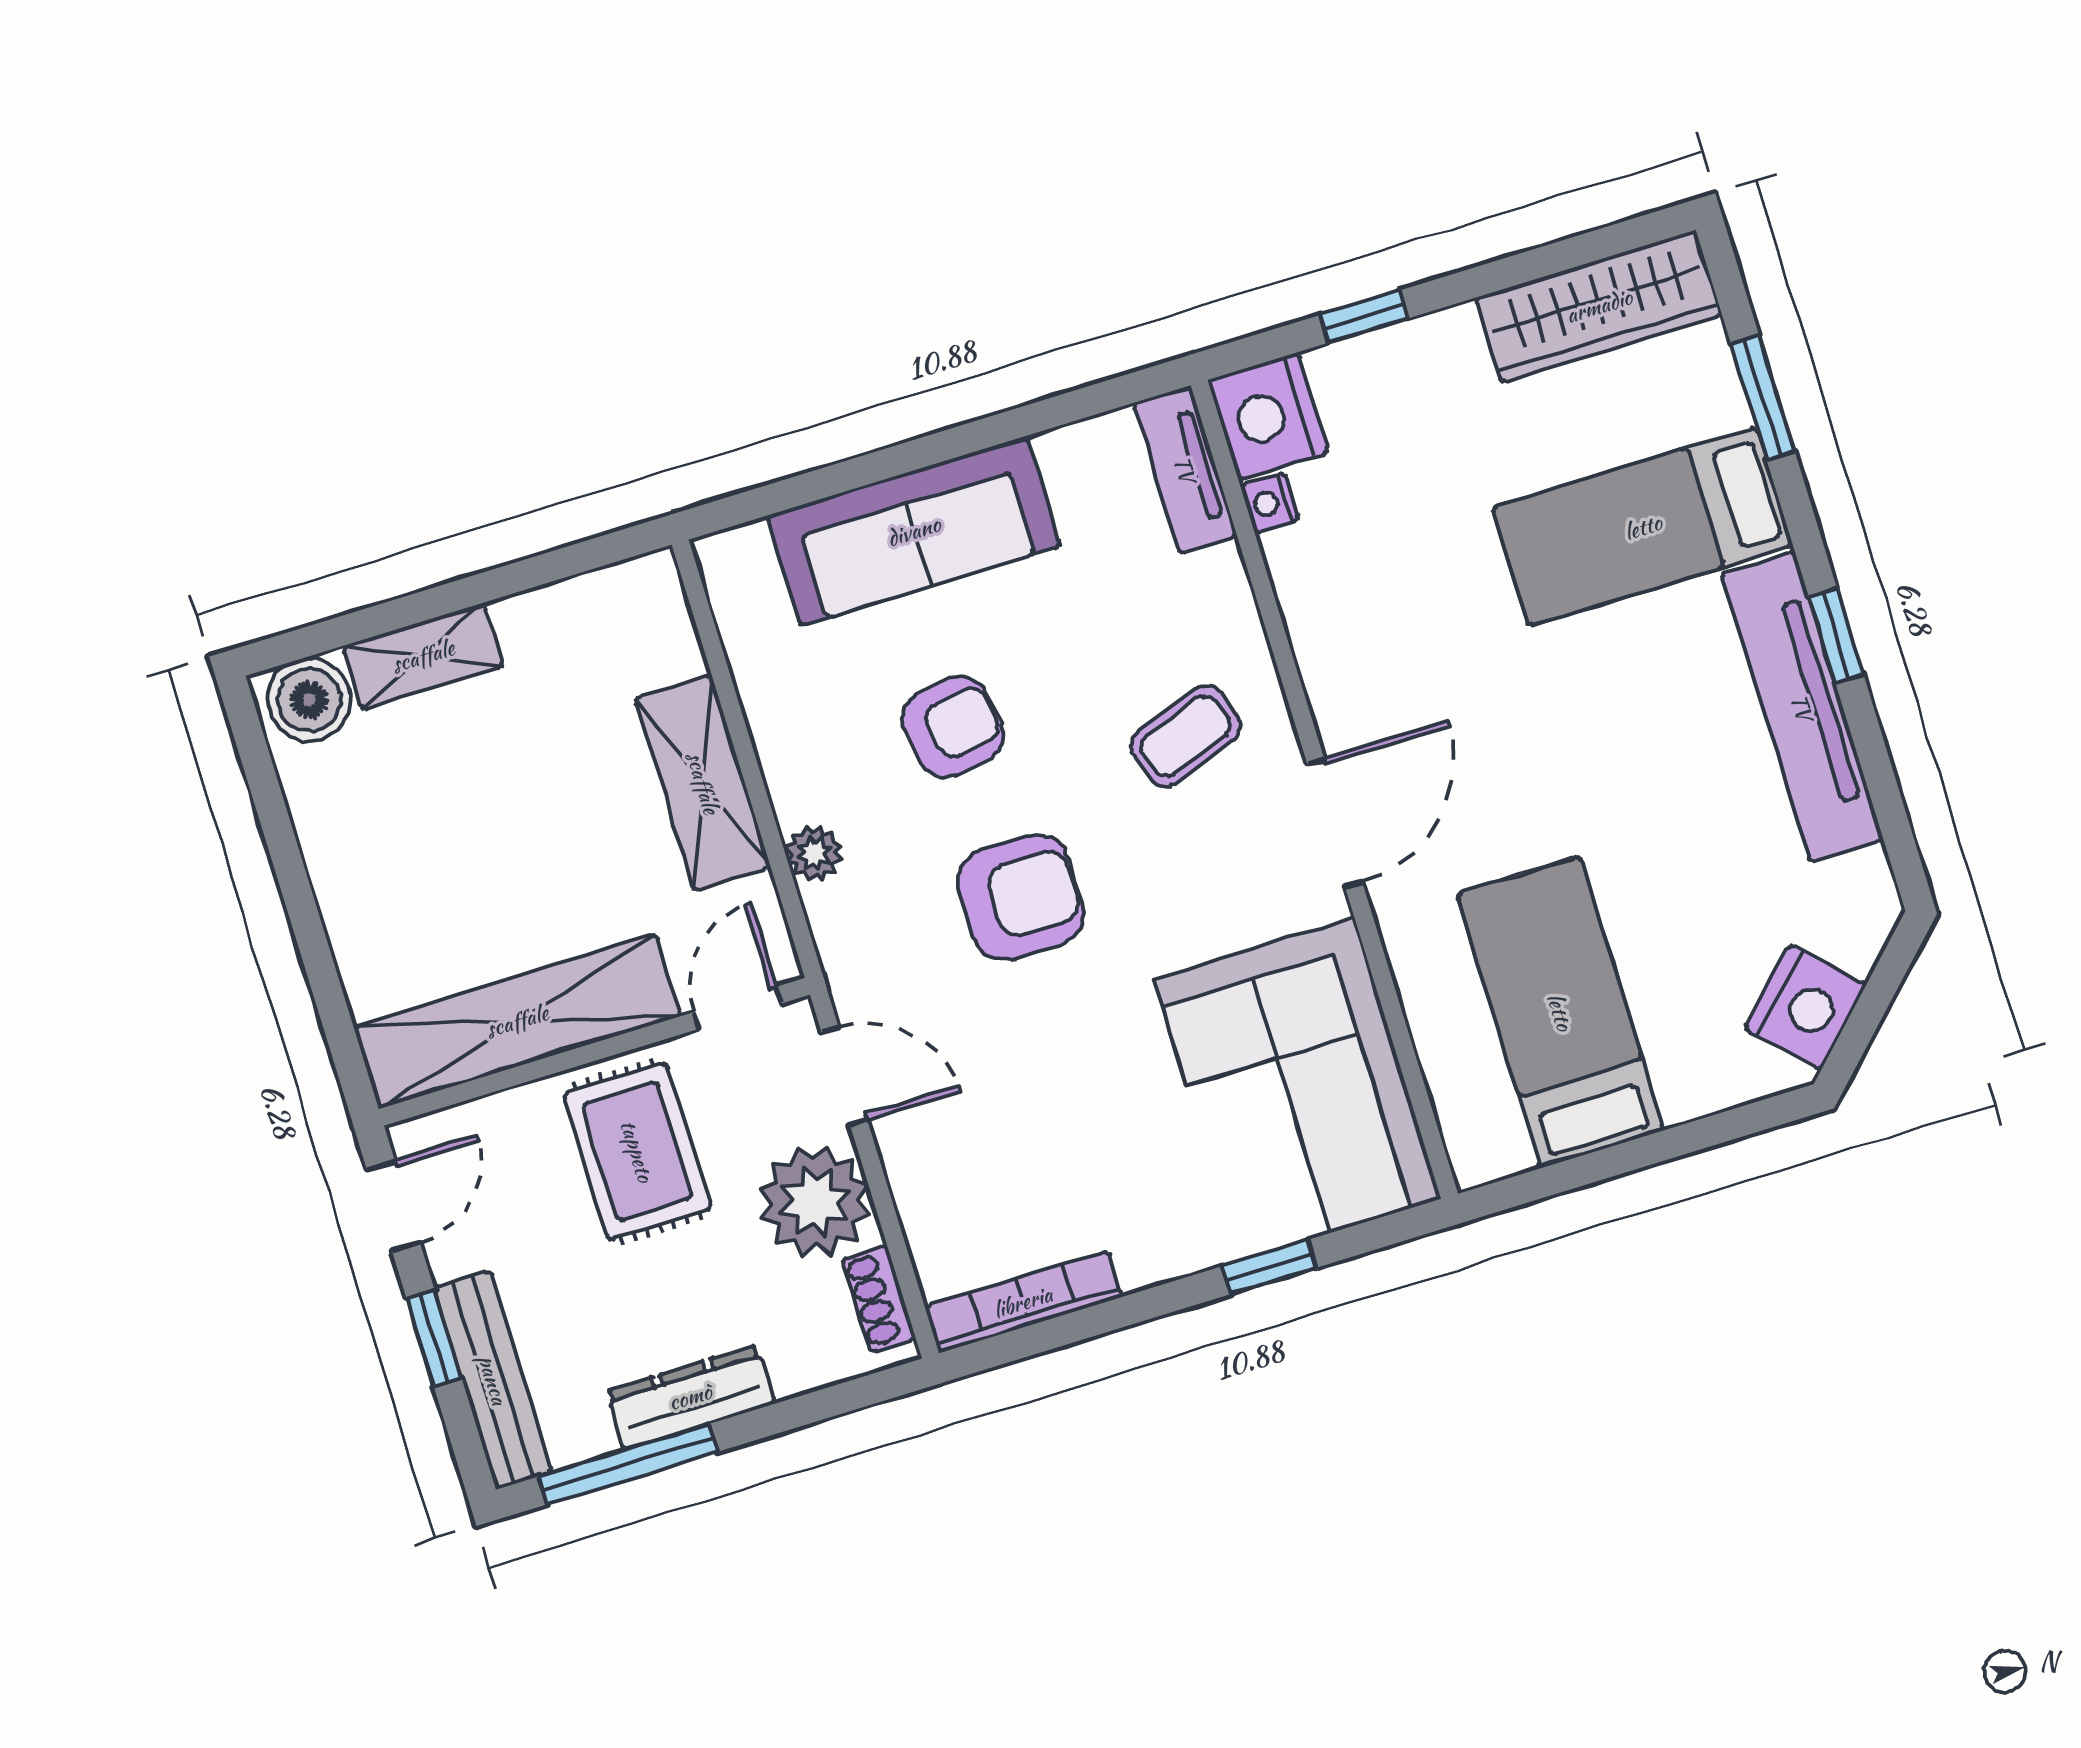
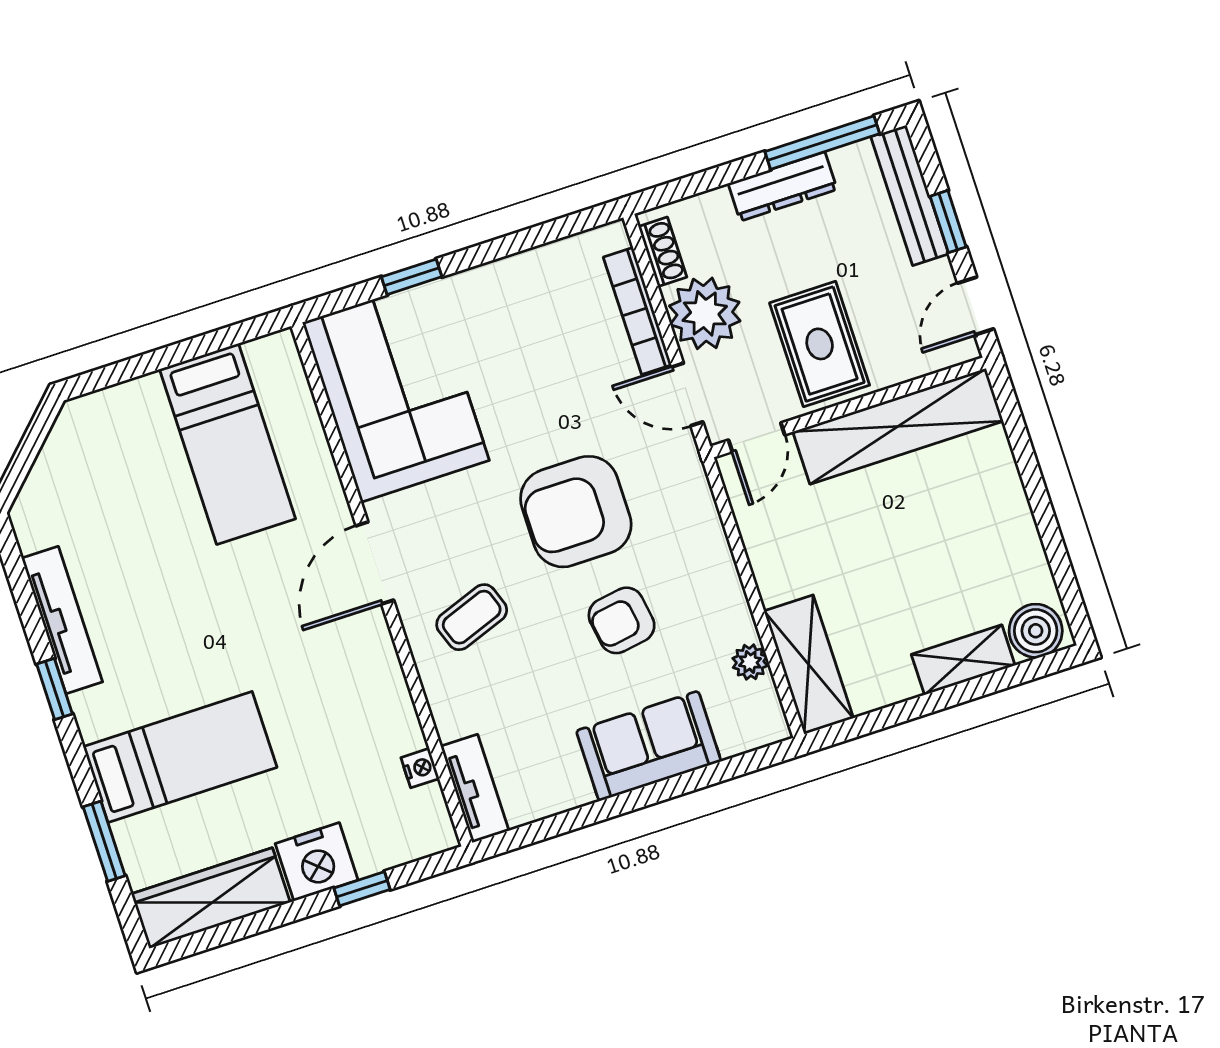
nightstand: (1268, 416) -> (317, 862), moved, turned 90
sofa: (914, 531) -> (649, 746), width x0.73
tv unit: (1802, 707) -> (62, 620), width x0.73, depth x0.78
shelving: (703, 783) -> (809, 665), moved
plant: (814, 853) -> (750, 662), moved
armchair: (1021, 897) -> (576, 512), width x1.36, depth x1.36
nightstand: (1805, 1007) -> (70, 450), removed
bookcase: (1023, 1302) -> (637, 311), moved, turned 90

